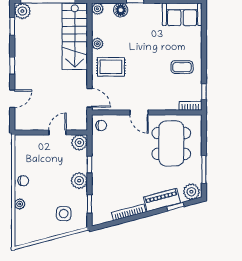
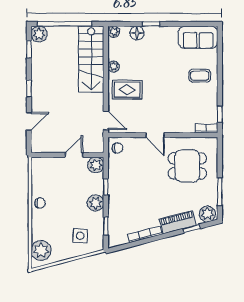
coffee table: (182, 67) -> (200, 76), moved
dining table: (171, 143) -> (187, 166), width x0.73
plant: (20, 204) -> (41, 250), moved, width x1.88, depth x1.88

